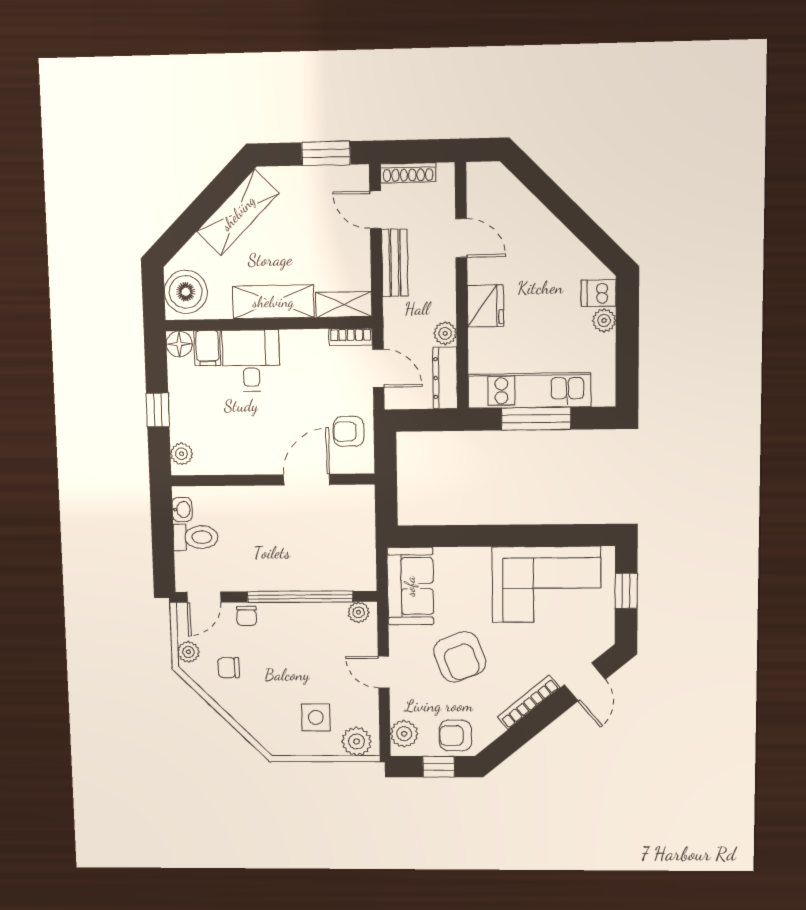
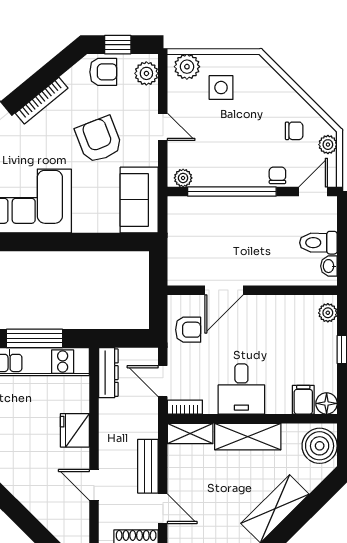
plant: (445, 333) -> (108, 409), removed
desk: (251, 361) -> (241, 389), moved

